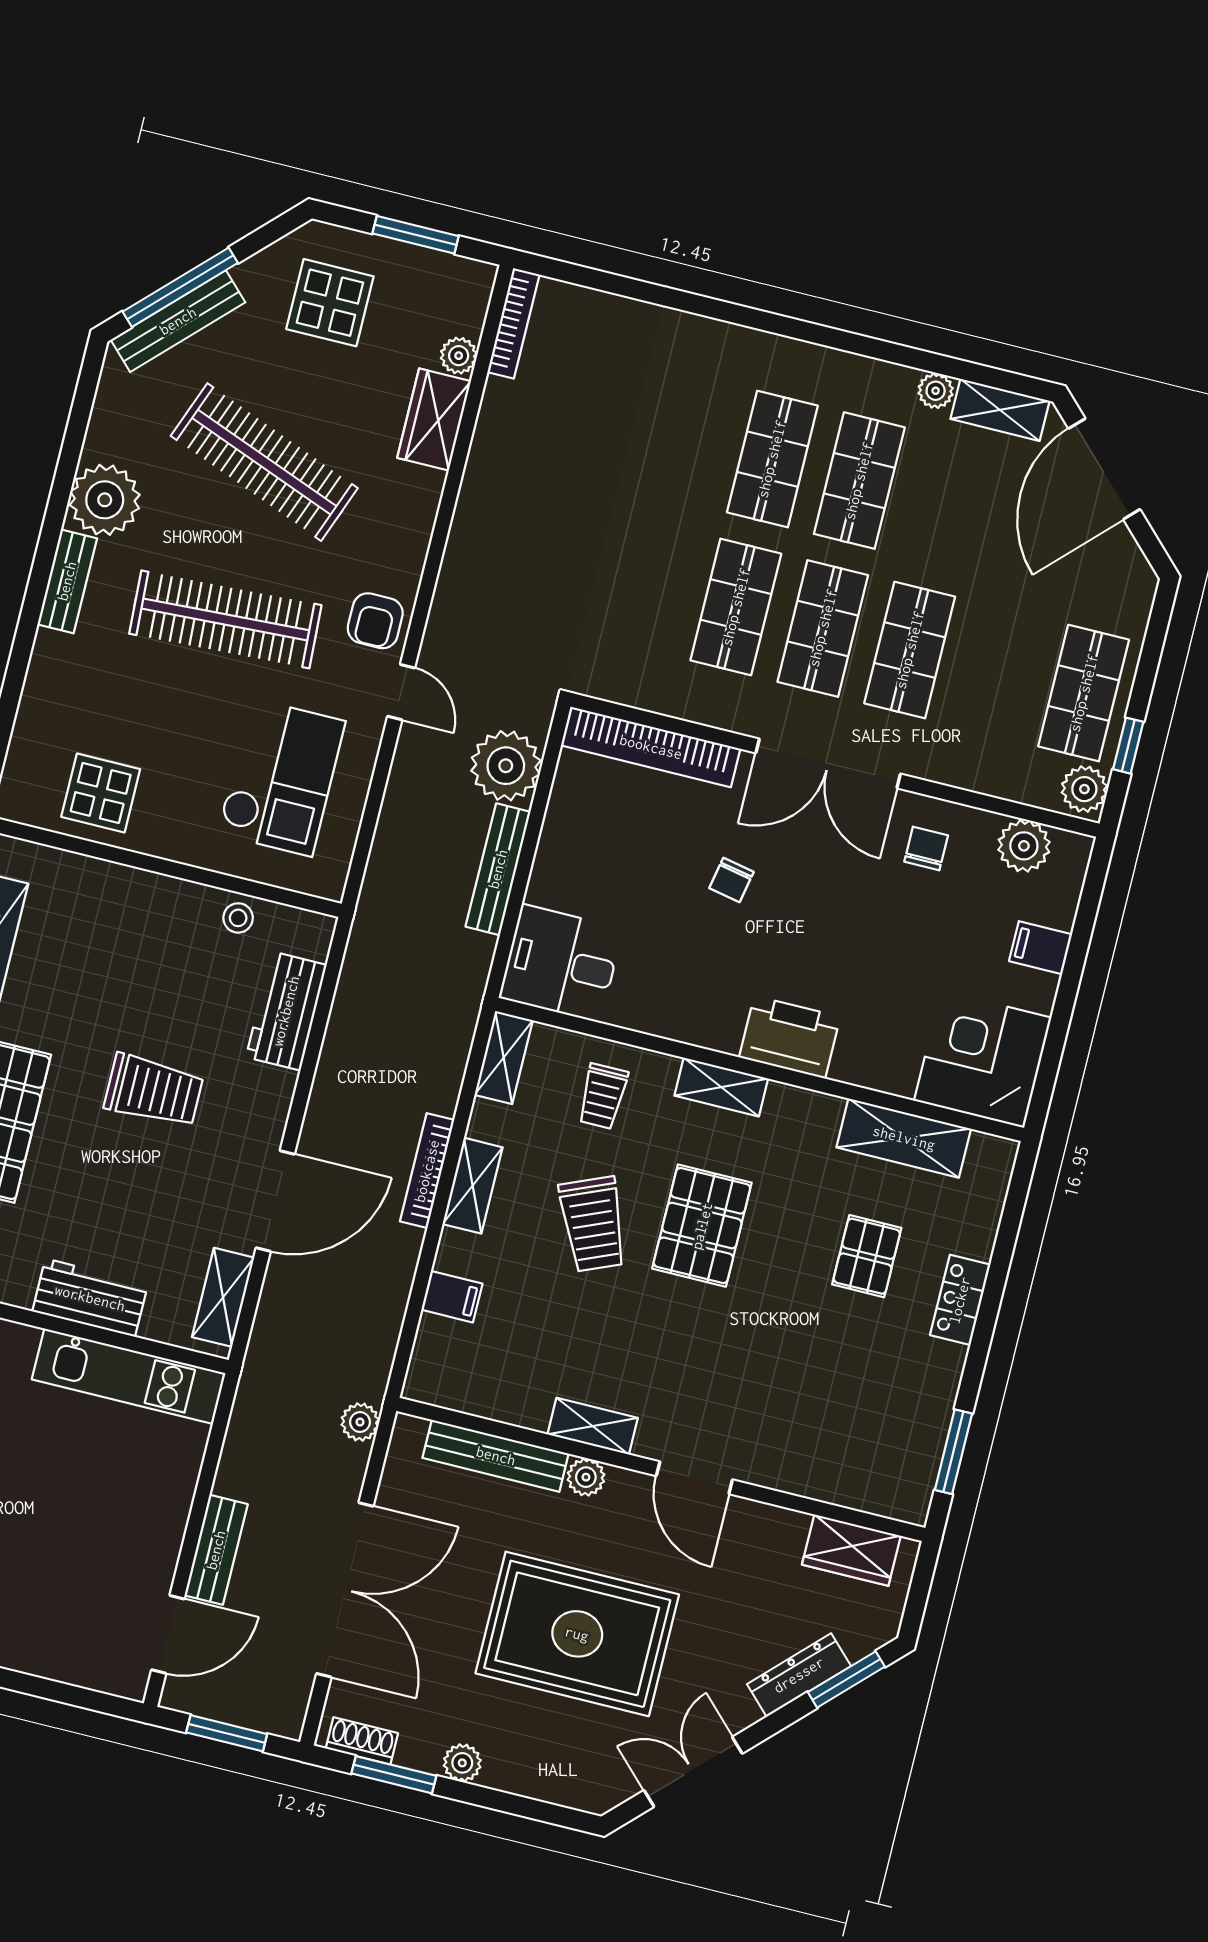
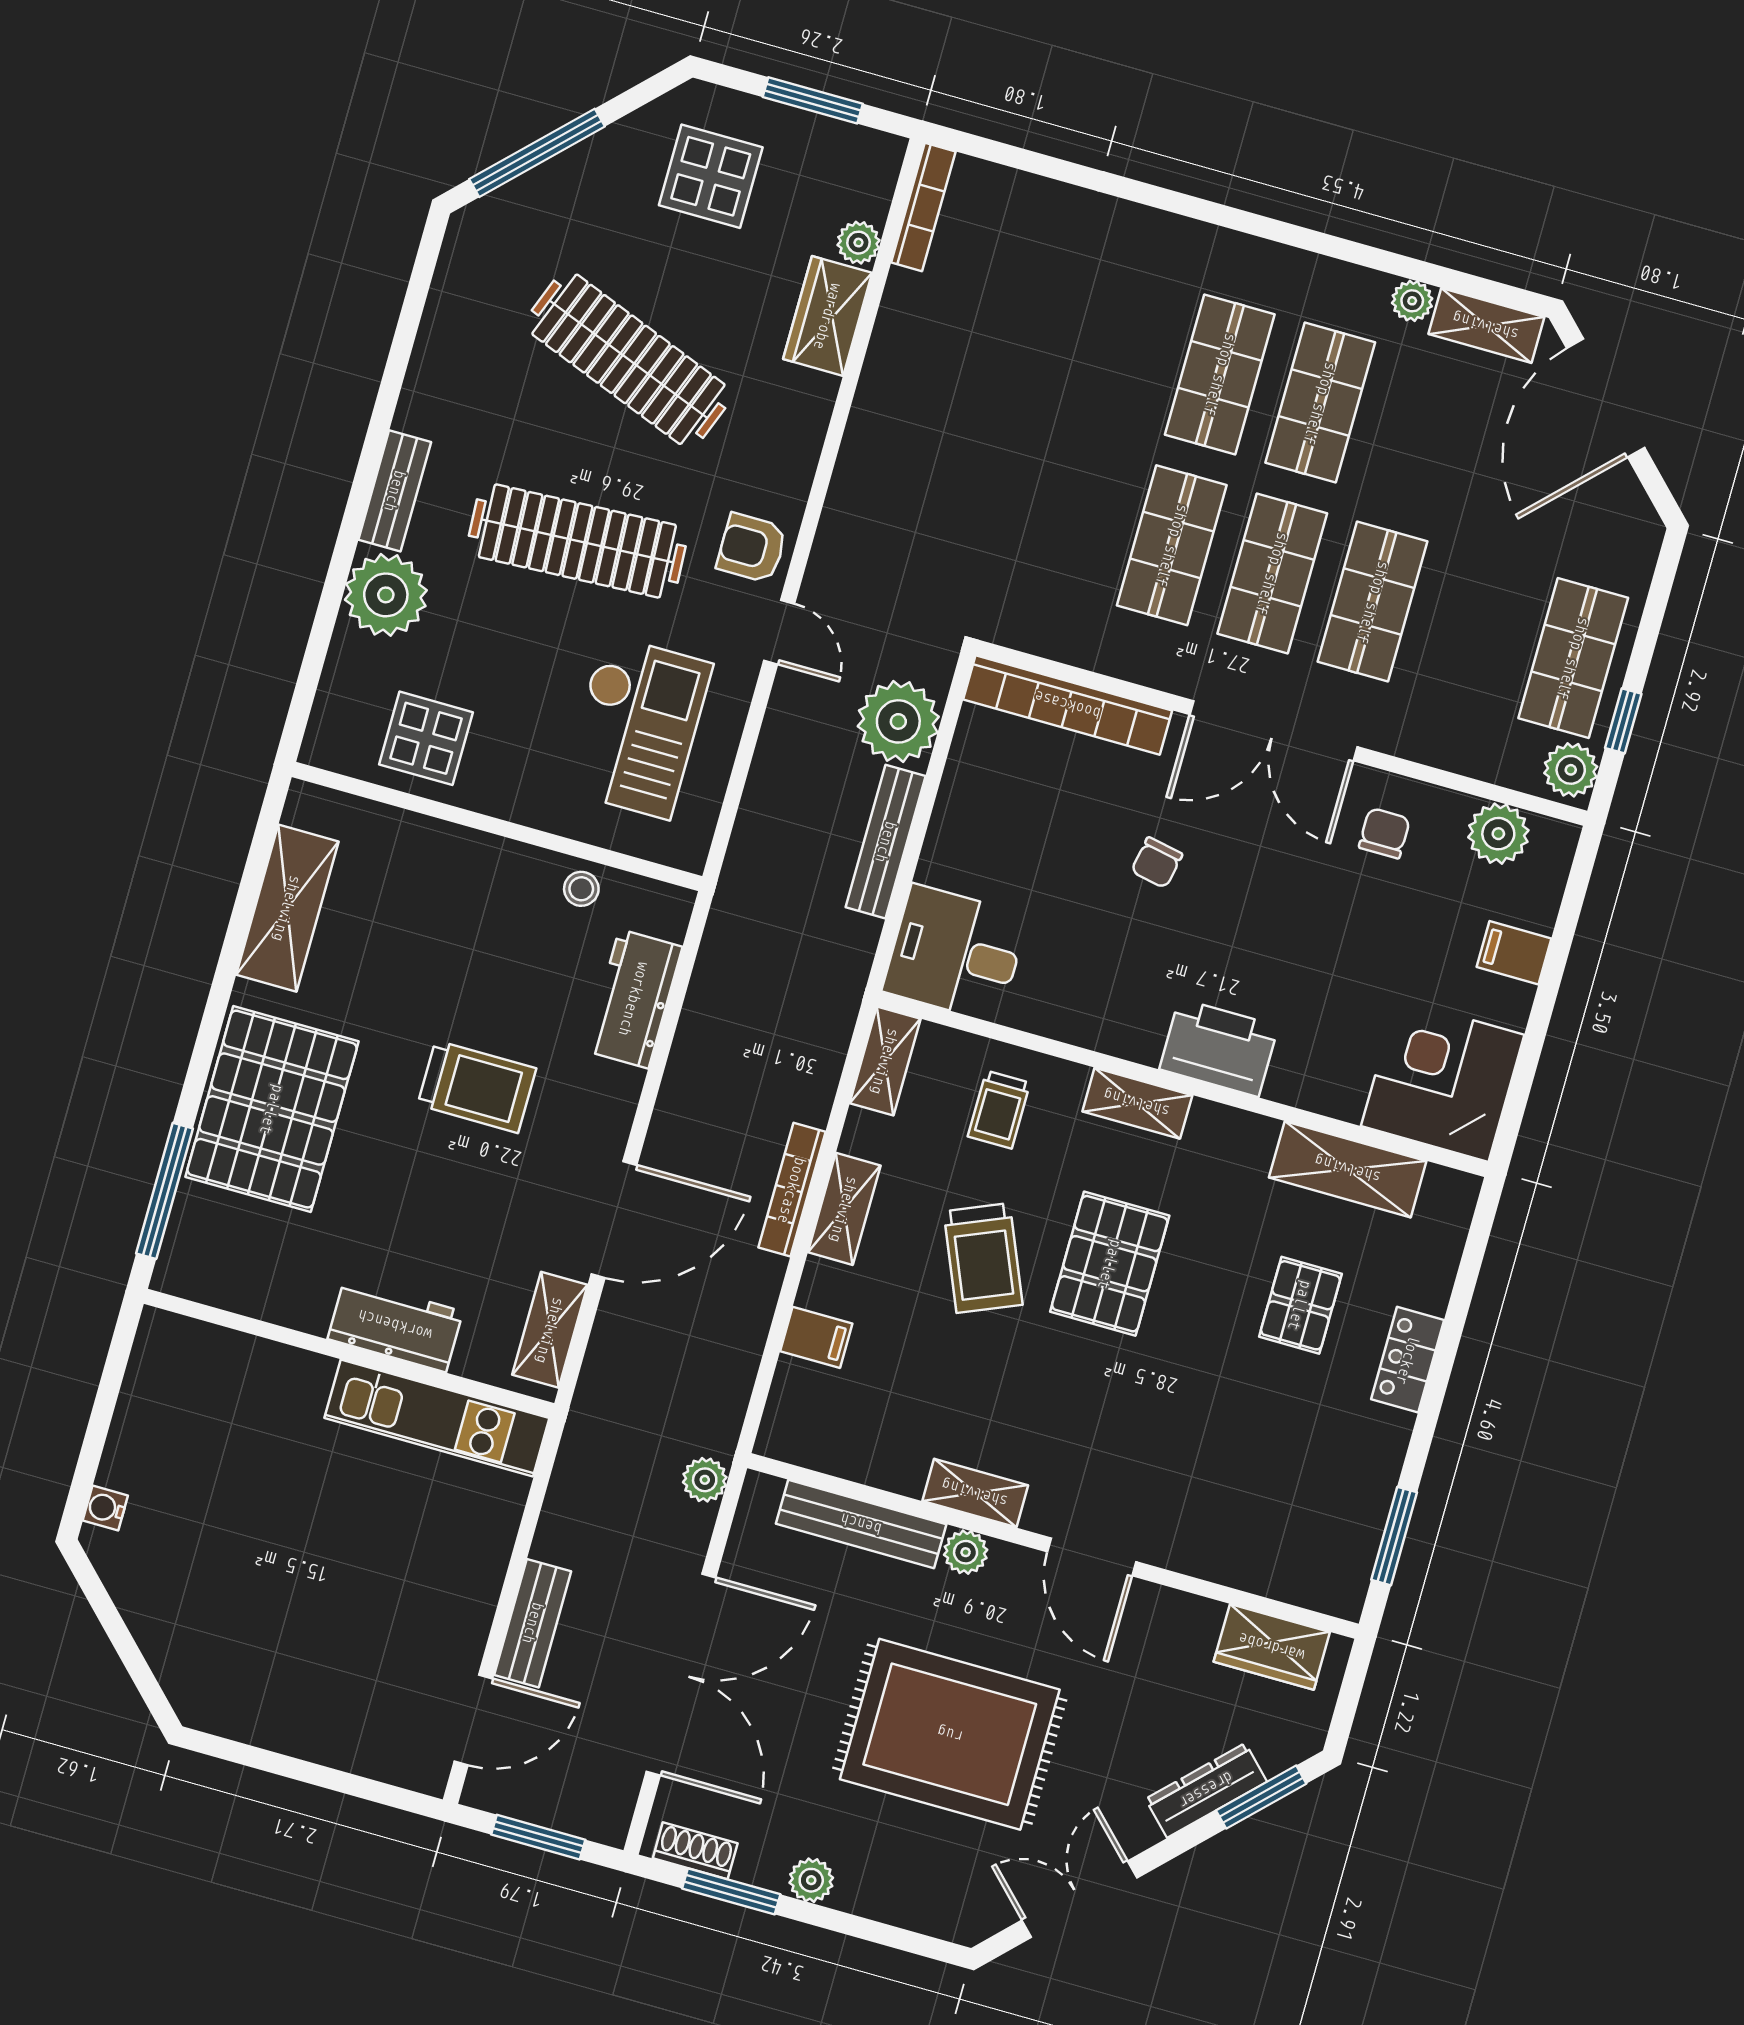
bench: (178, 321) -> (533, 192), removed
plant: (105, 500) -> (386, 595), moved
armchair: (375, 621) -> (752, 548), turned 90

